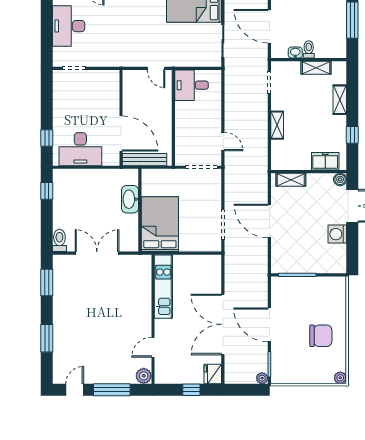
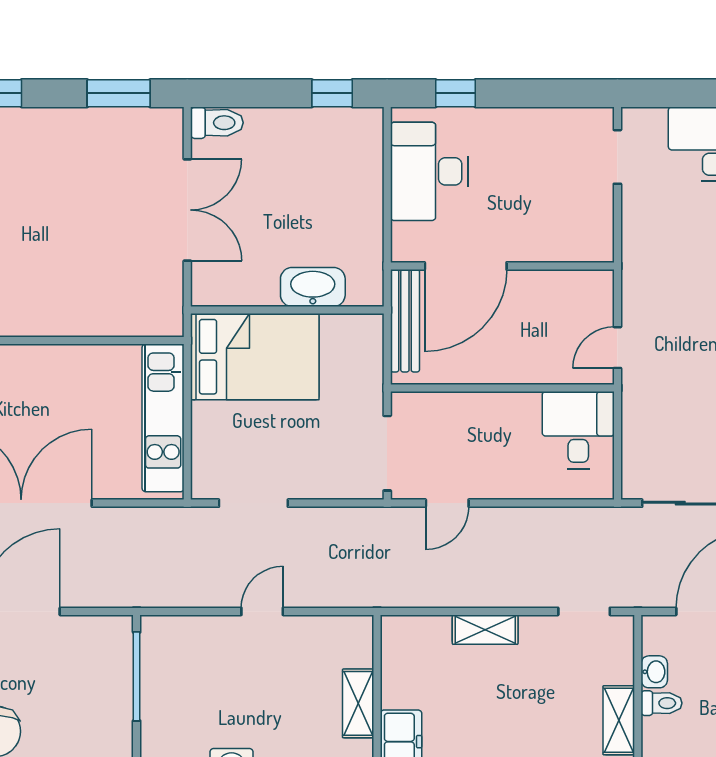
shelving: (291, 180) -> (358, 703), moved
door: (269, 221) -> (262, 611), width x0.53
kitchen unit: (163, 287) -> (163, 418), moved, turned 90

